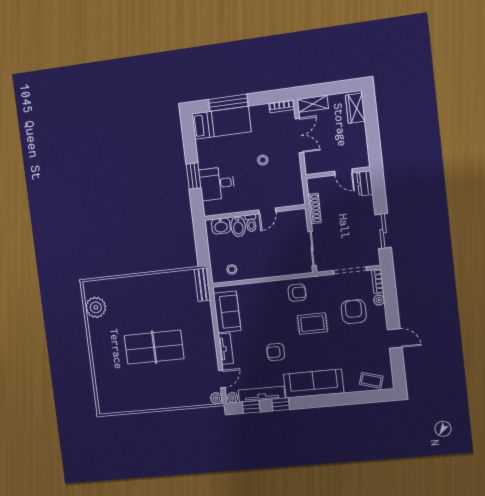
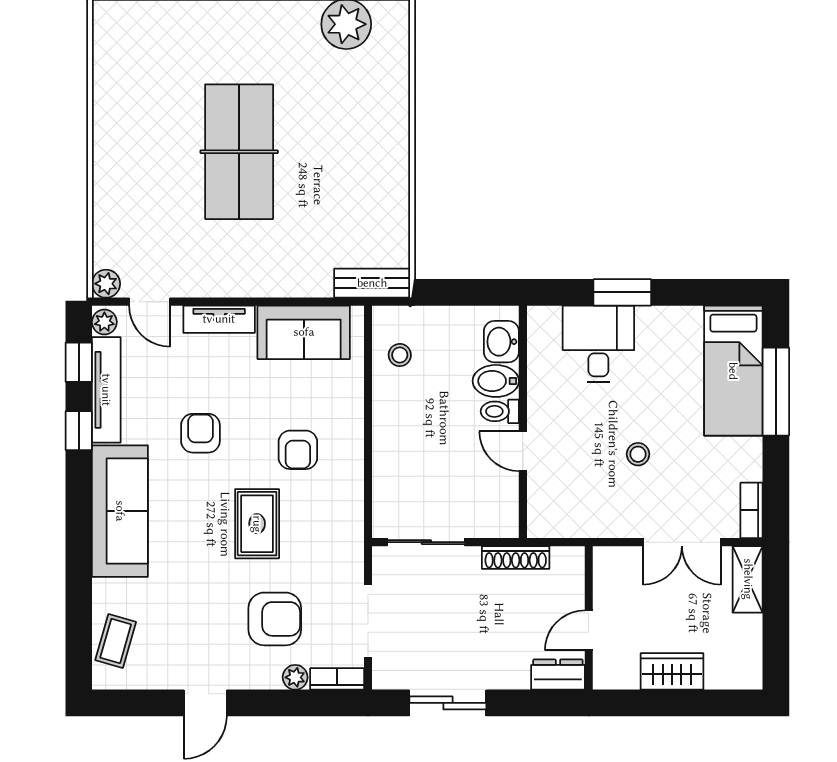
wardrobe: (355, 108) -> (672, 671), moved
armchair: (297, 293) -> (298, 450), moved

